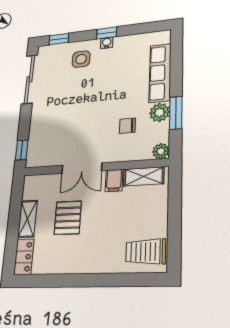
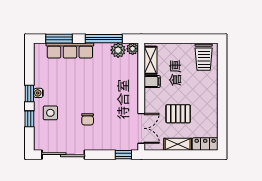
window: (59, 39) -> (29, 119), moved
window: (176, 58) -> (59, 39), added
plant: (160, 112) -> (118, 50), moved
window: (176, 113) -> (104, 39), width x1.44
chair: (127, 126) -> (88, 119), moved
double door: (82, 168) -> (141, 128), moved

